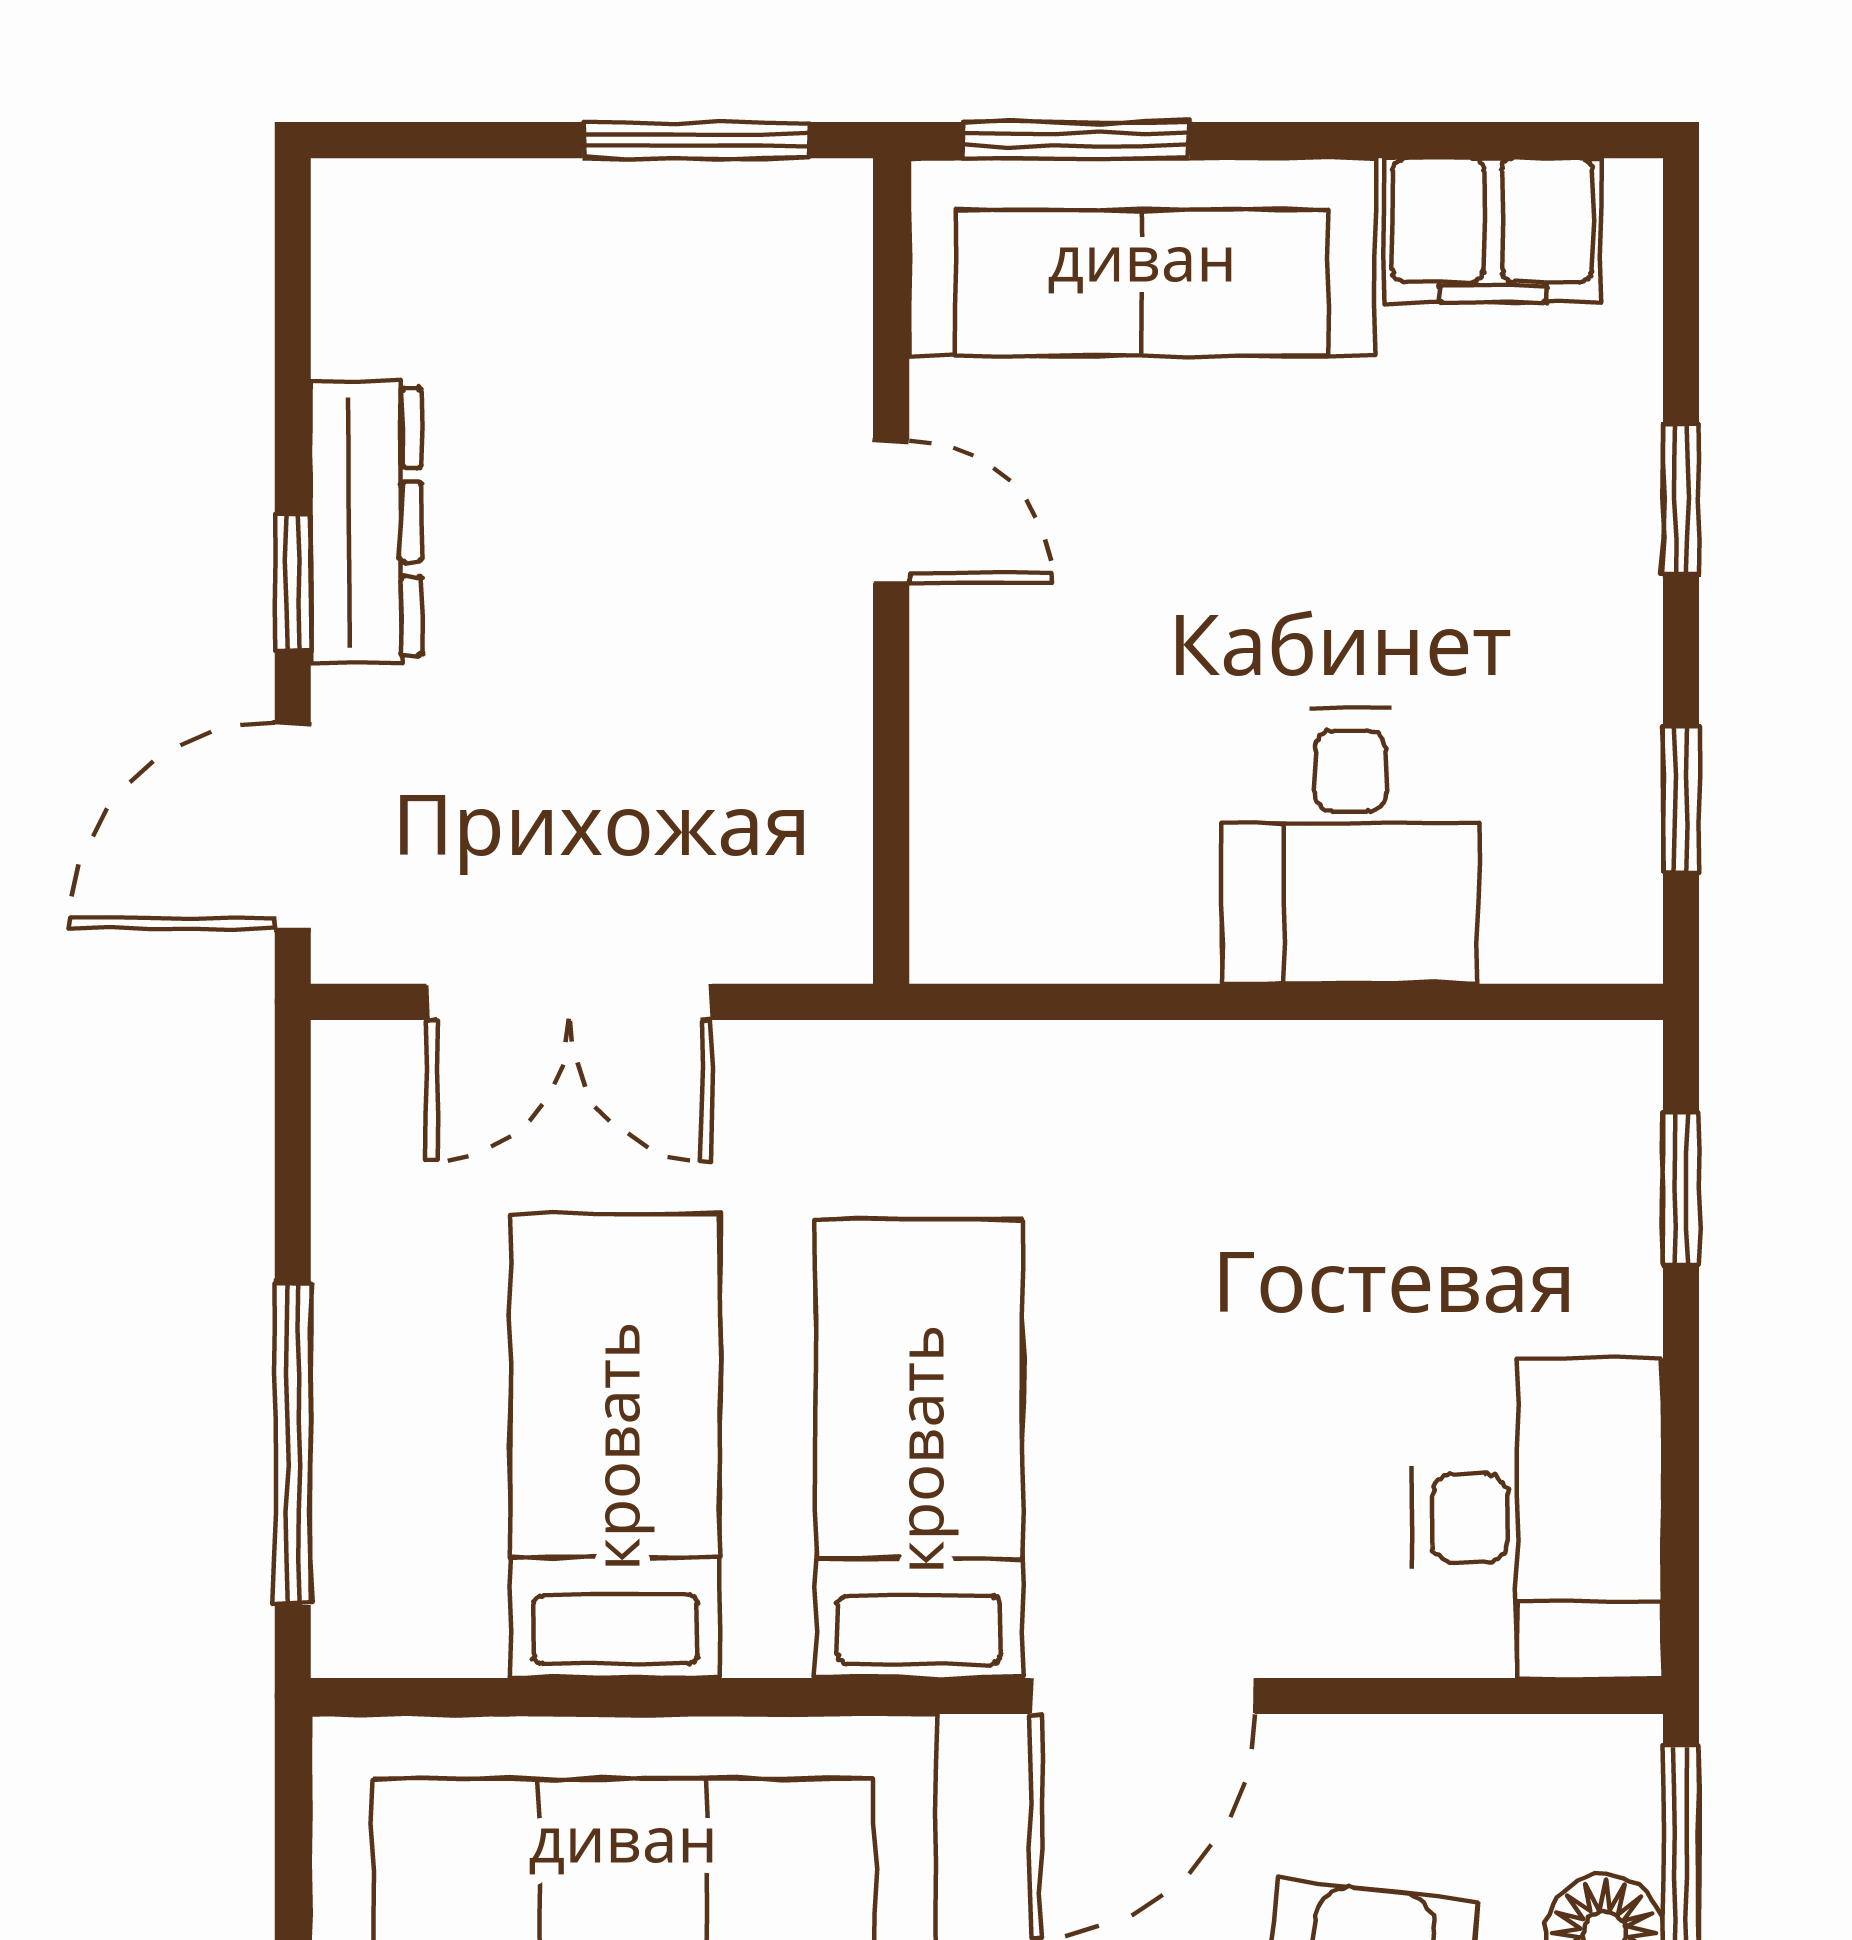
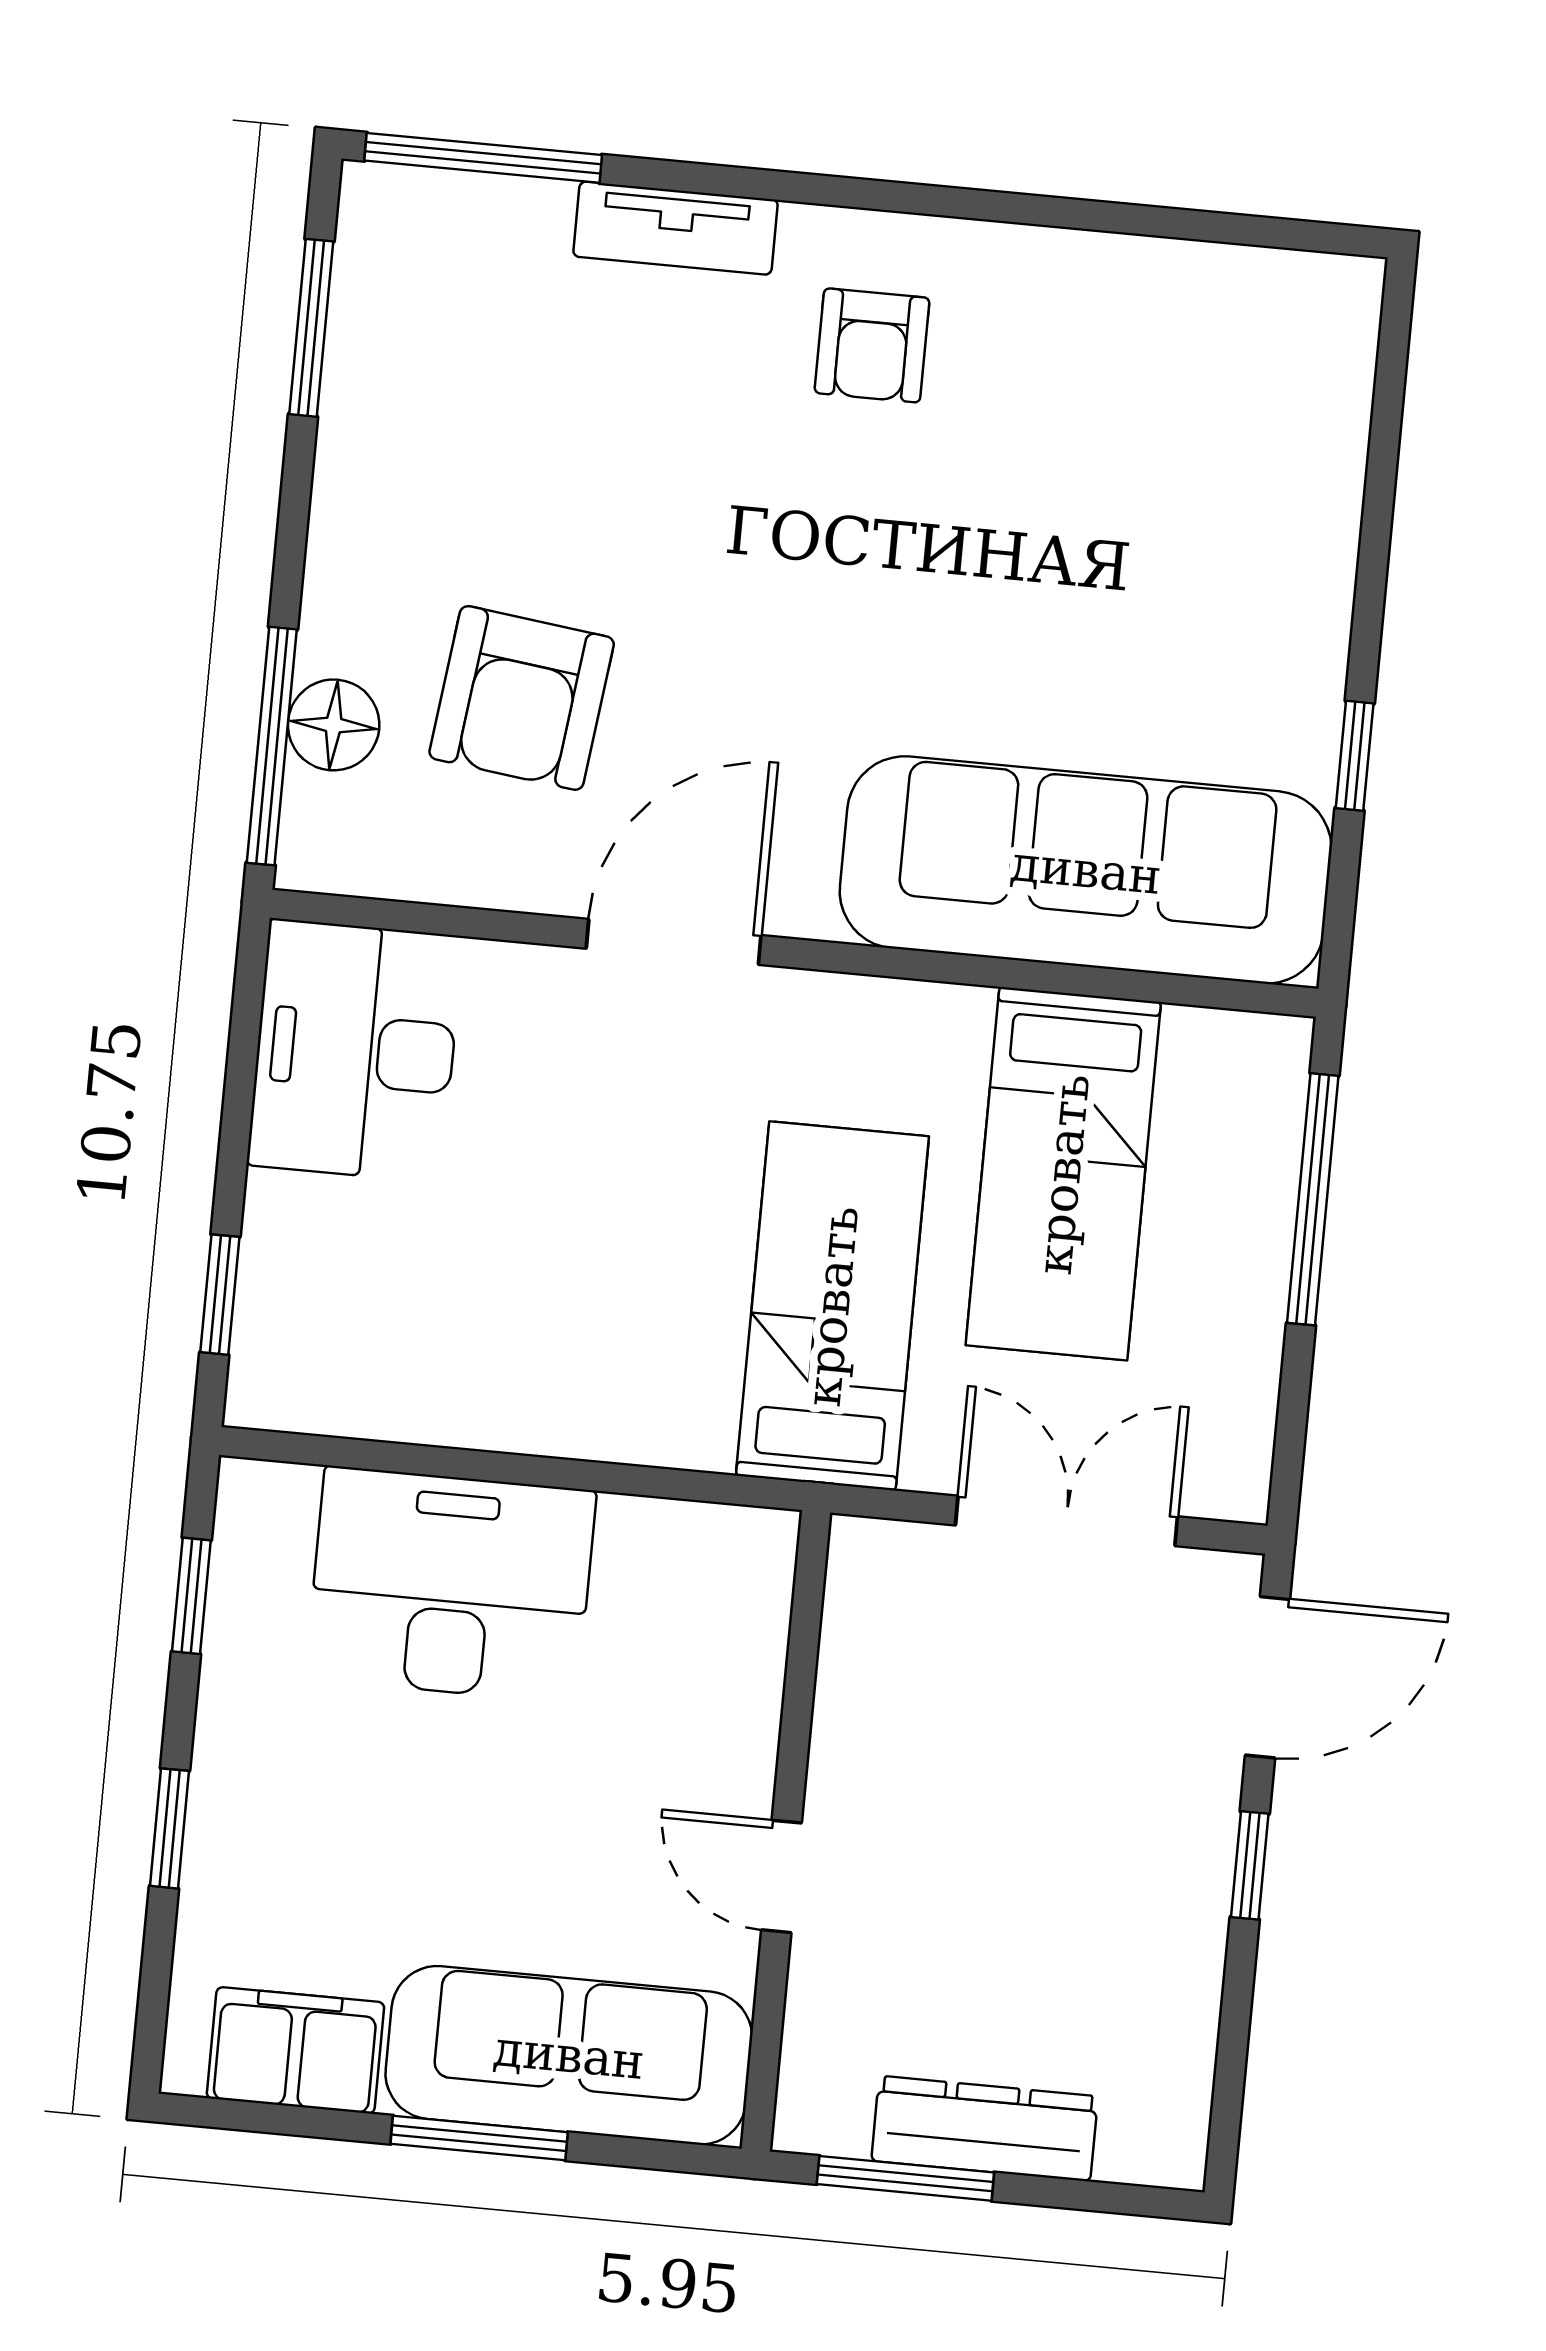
window: (1076, 140) -> (479, 2138), moved
dresser: (366, 522) -> (985, 2129), moved, turned 90
desk: (1350, 846) -> (451, 1585), width x1.37
bed: (919, 1449) -> (832, 1306), moved, turned 180

